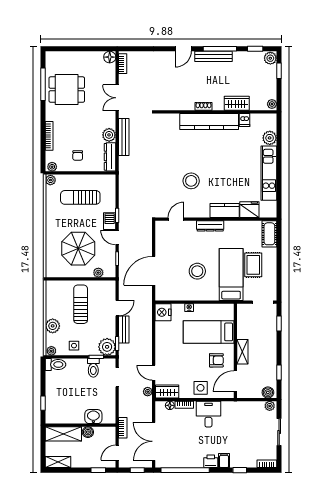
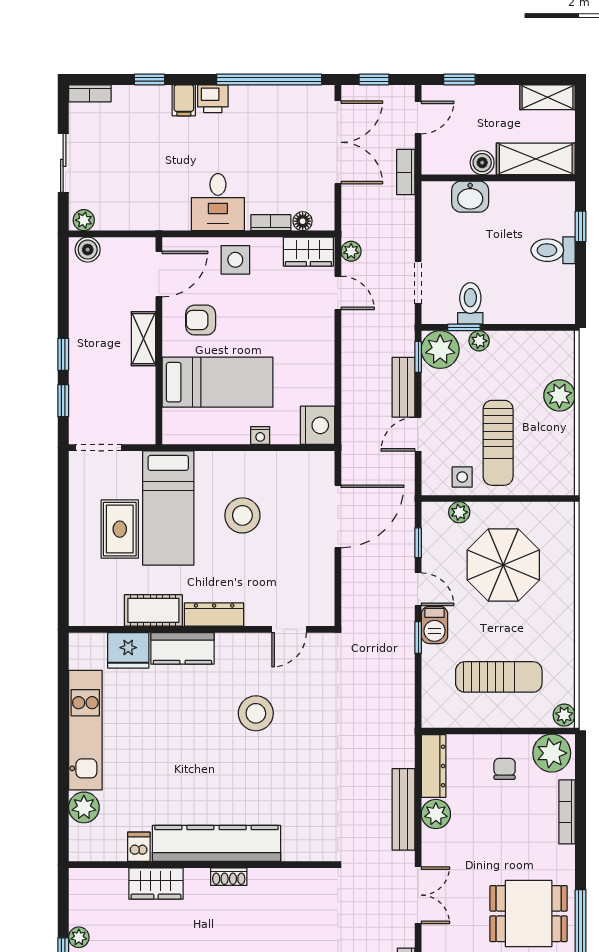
plant: (272, 104) -> (79, 937), moved
plant: (52, 167) -> (552, 753), width x1.88, depth x1.88
cot: (269, 234) -> (153, 610), moved, turned 90
side table: (74, 346) -> (462, 477), moved
plant: (51, 351) -> (479, 341), moved
toilet: (56, 365) -> (553, 250), moved
window: (279, 372) -> (63, 354), moved

